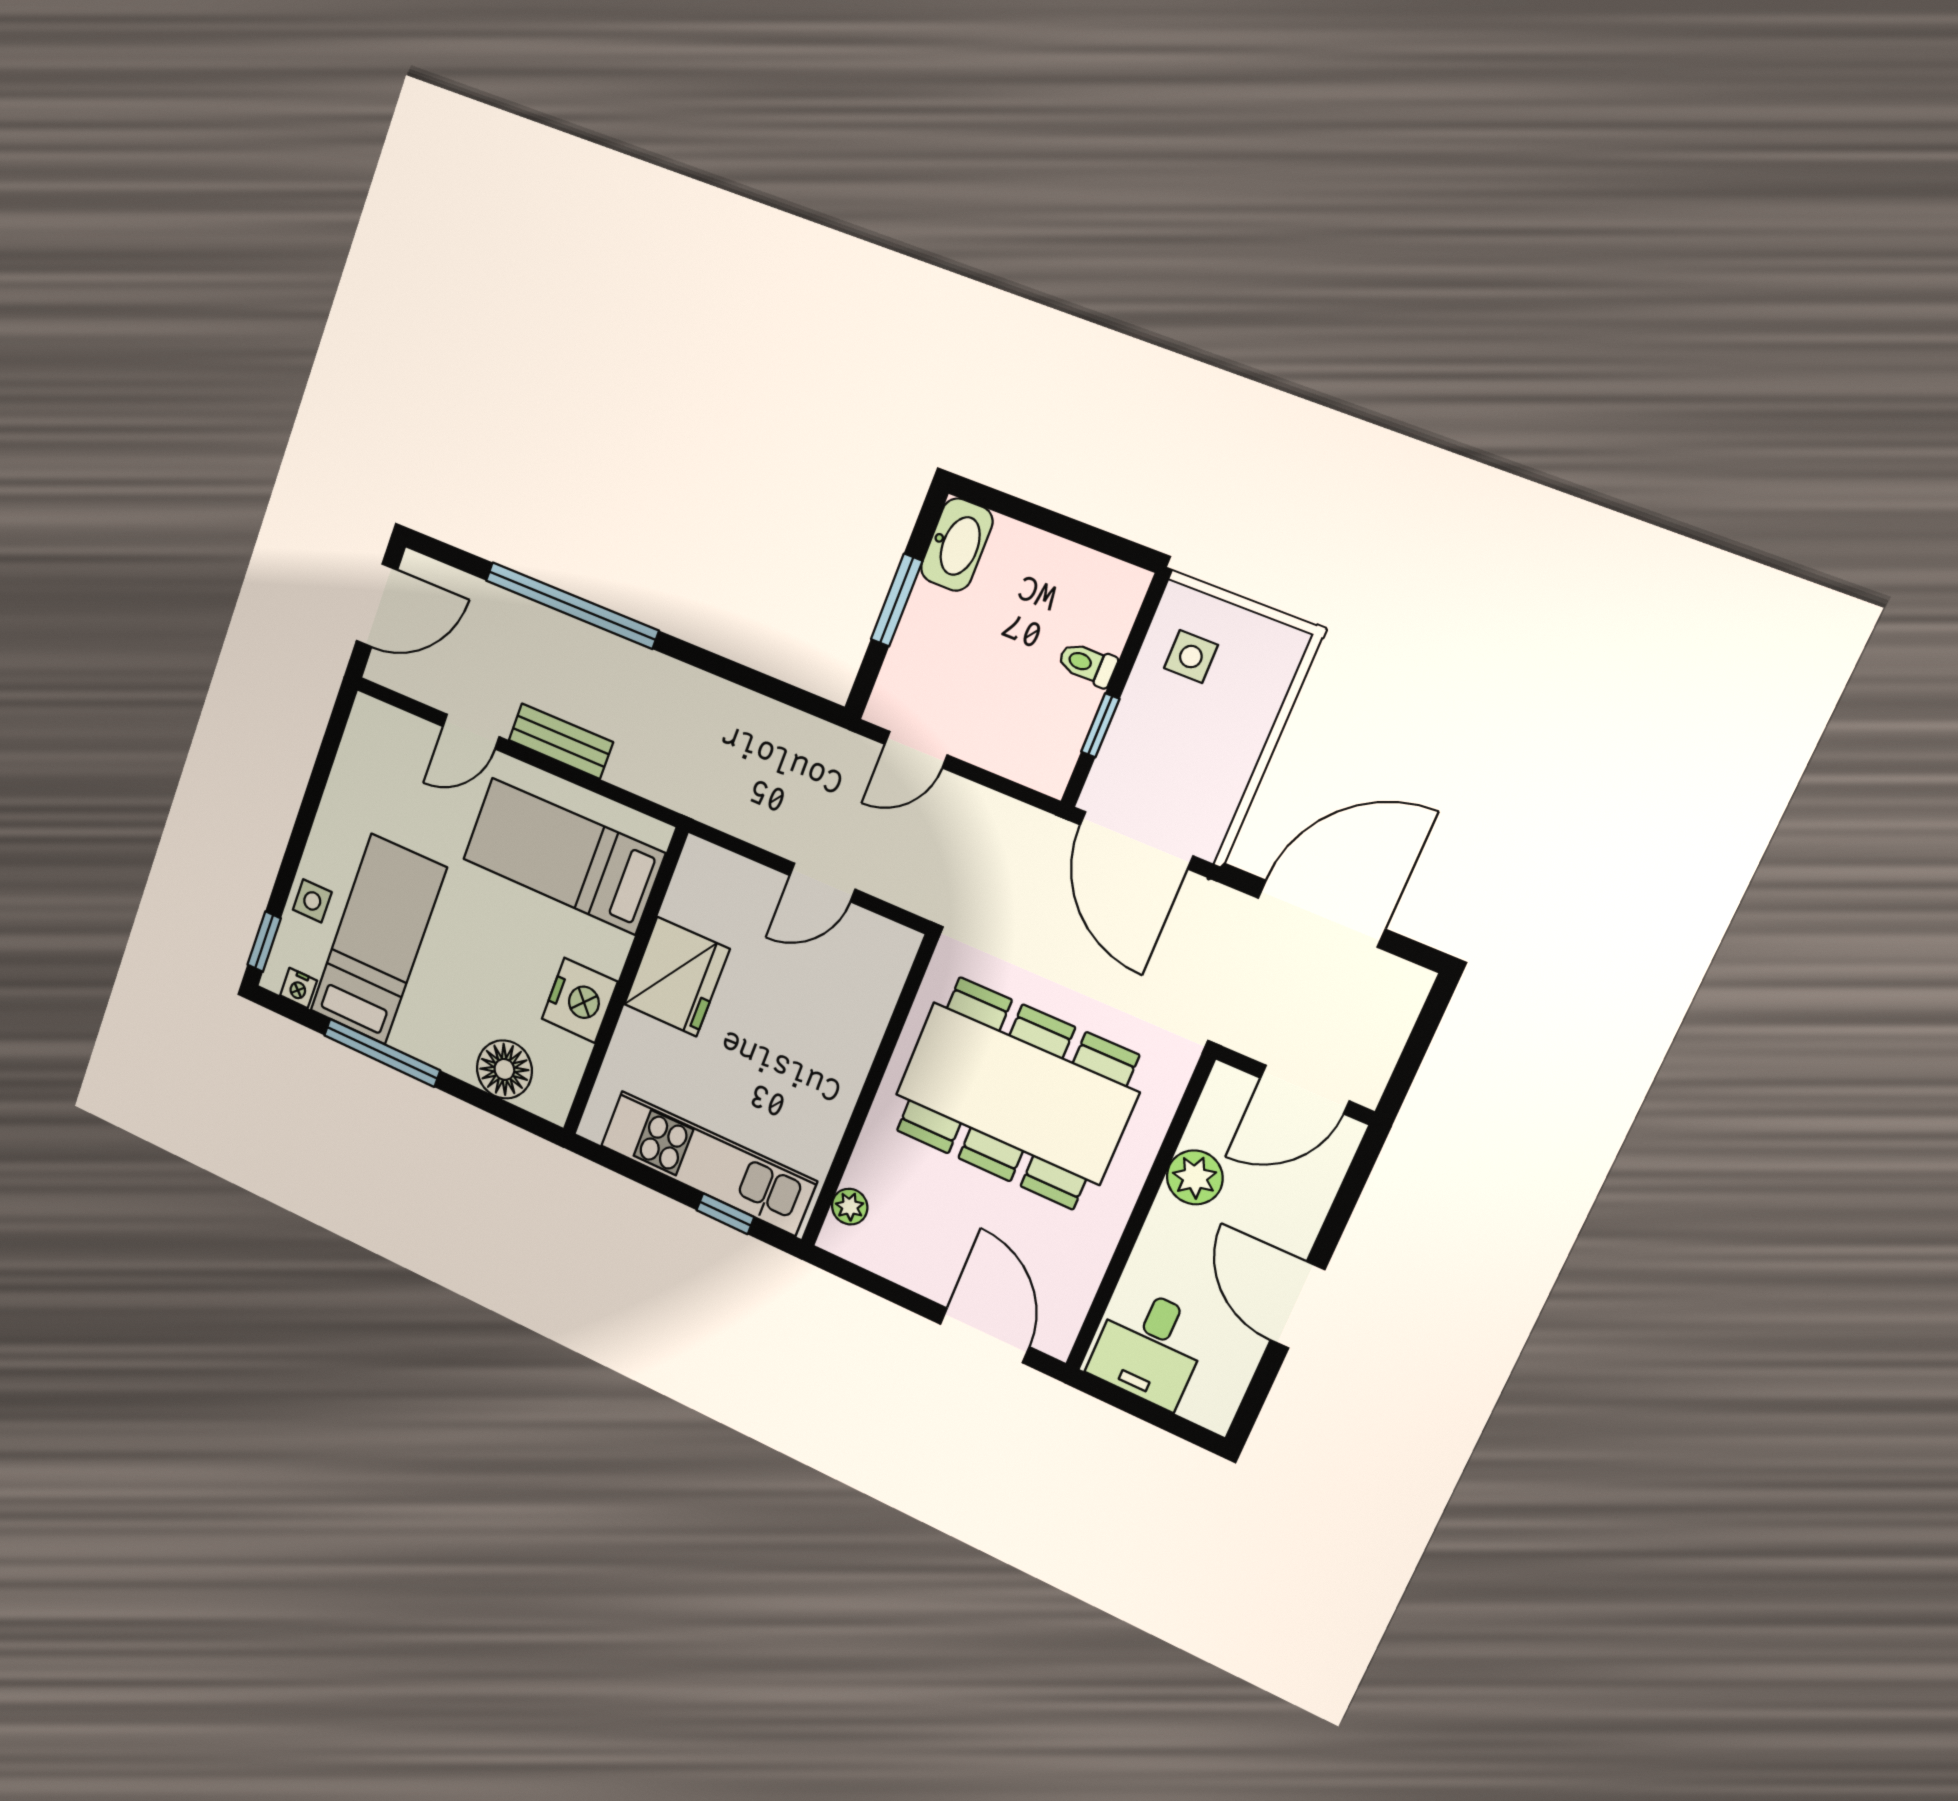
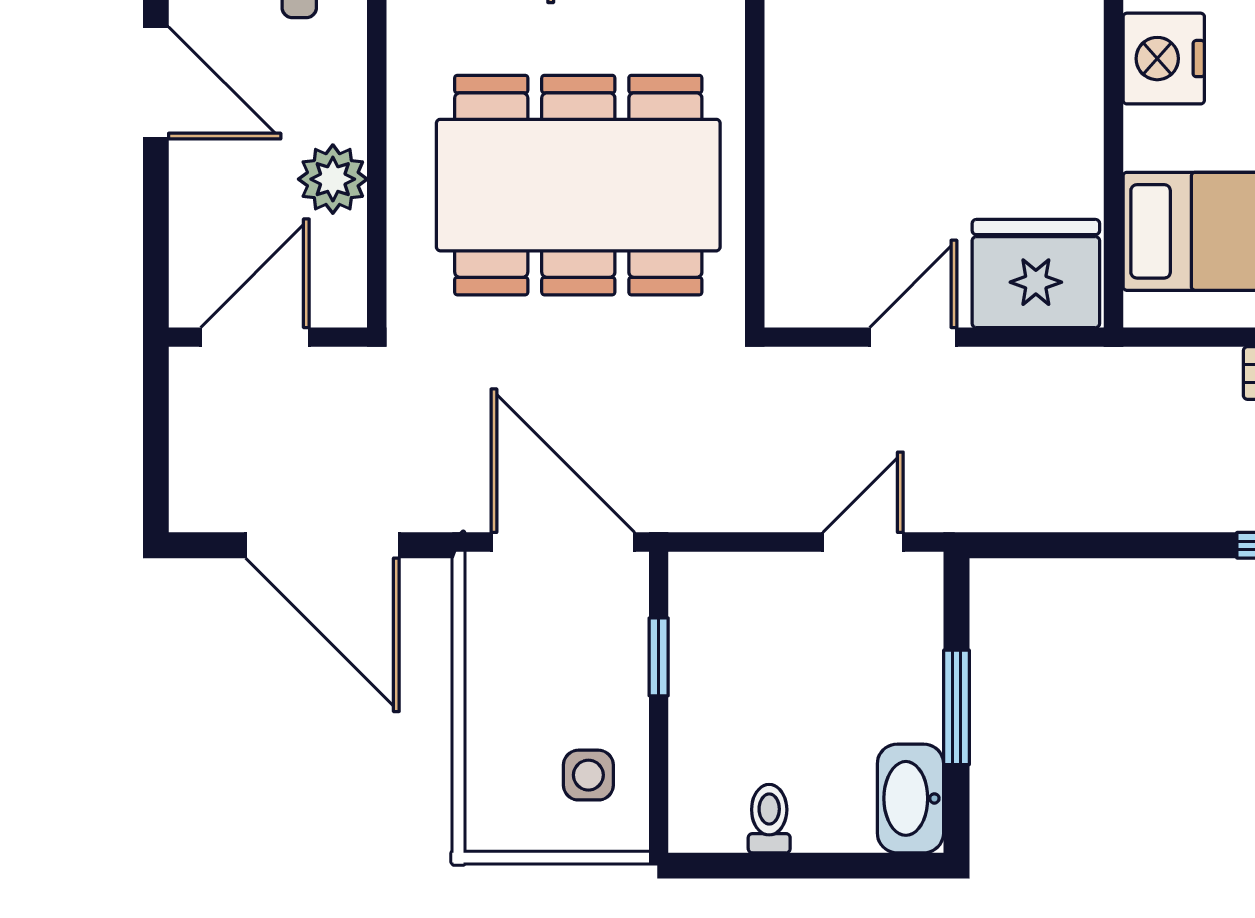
toilet: (1087, 664) -> (769, 819), moved, turned -90
door: (1321, 914) -> (322, 545), hinge flipped
fridge: (677, 977) -> (1036, 273), moved, turned 90

